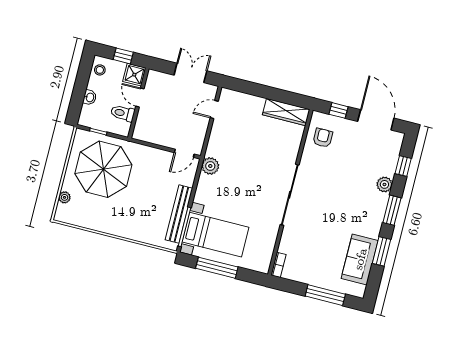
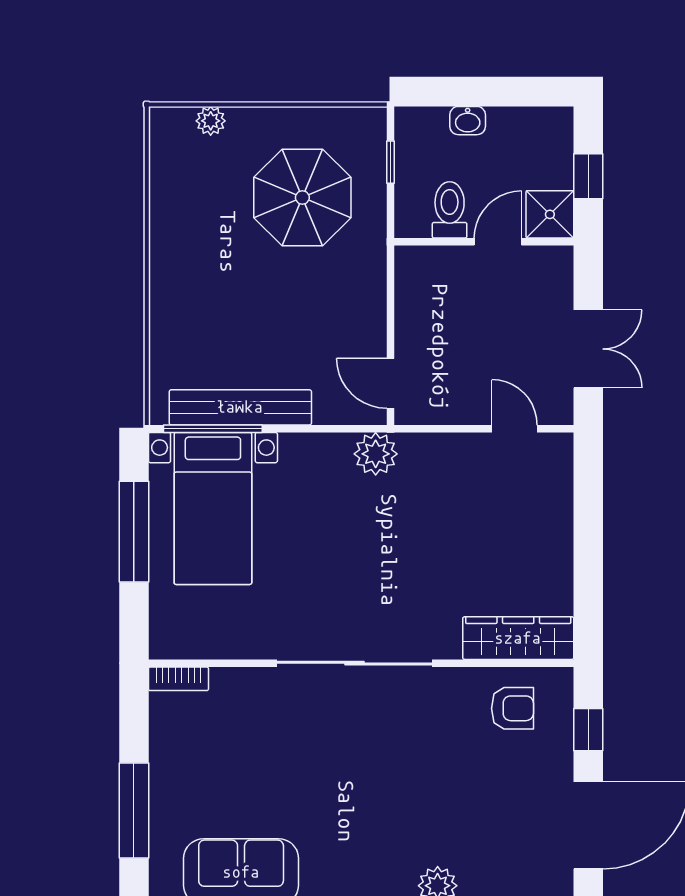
stool: (100, 70) -> (540, 128), removed
wardrobe: (286, 112) -> (518, 638), moved, turned 90
parasol: (103, 169) -> (302, 197), width x0.73, depth x0.73

